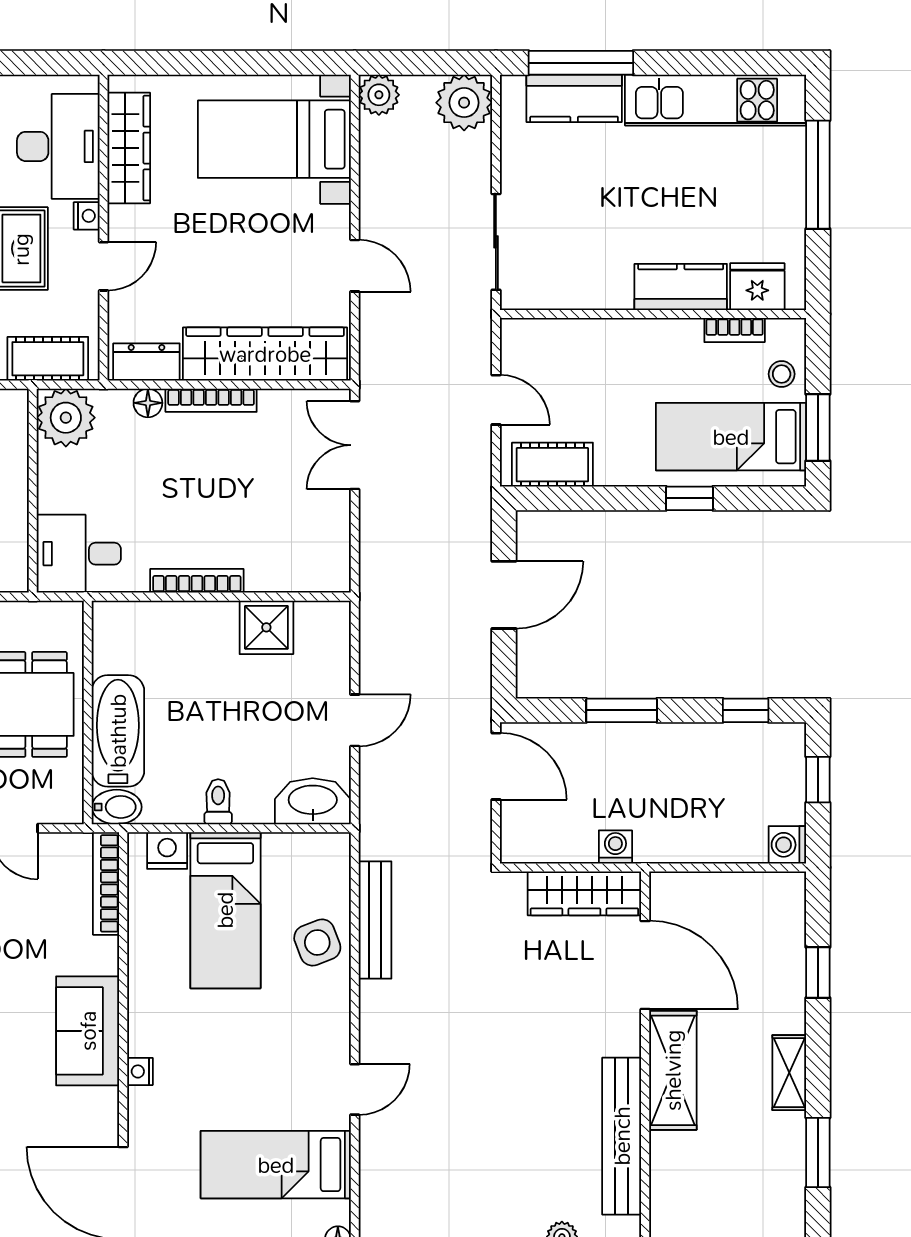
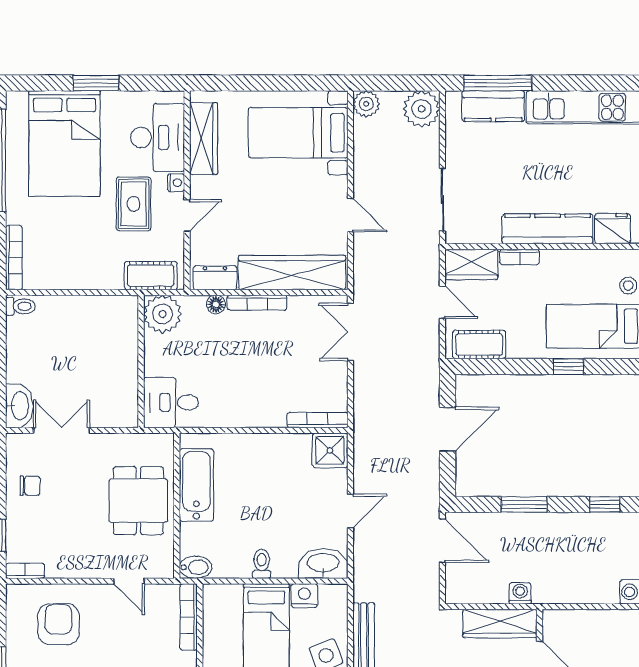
kitchen counter: (681, 287) -> (548, 229), width x1.50
bookcase: (735, 330) -> (519, 257), moved
wardrobe: (540, 341) -> (471, 264), added
bookcase: (197, 581) -> (318, 420), moved
shower: (266, 627) -> (330, 450), moved
bathtub: (118, 731) -> (196, 485), moved
nightstand: (167, 851) -> (304, 596), moved

